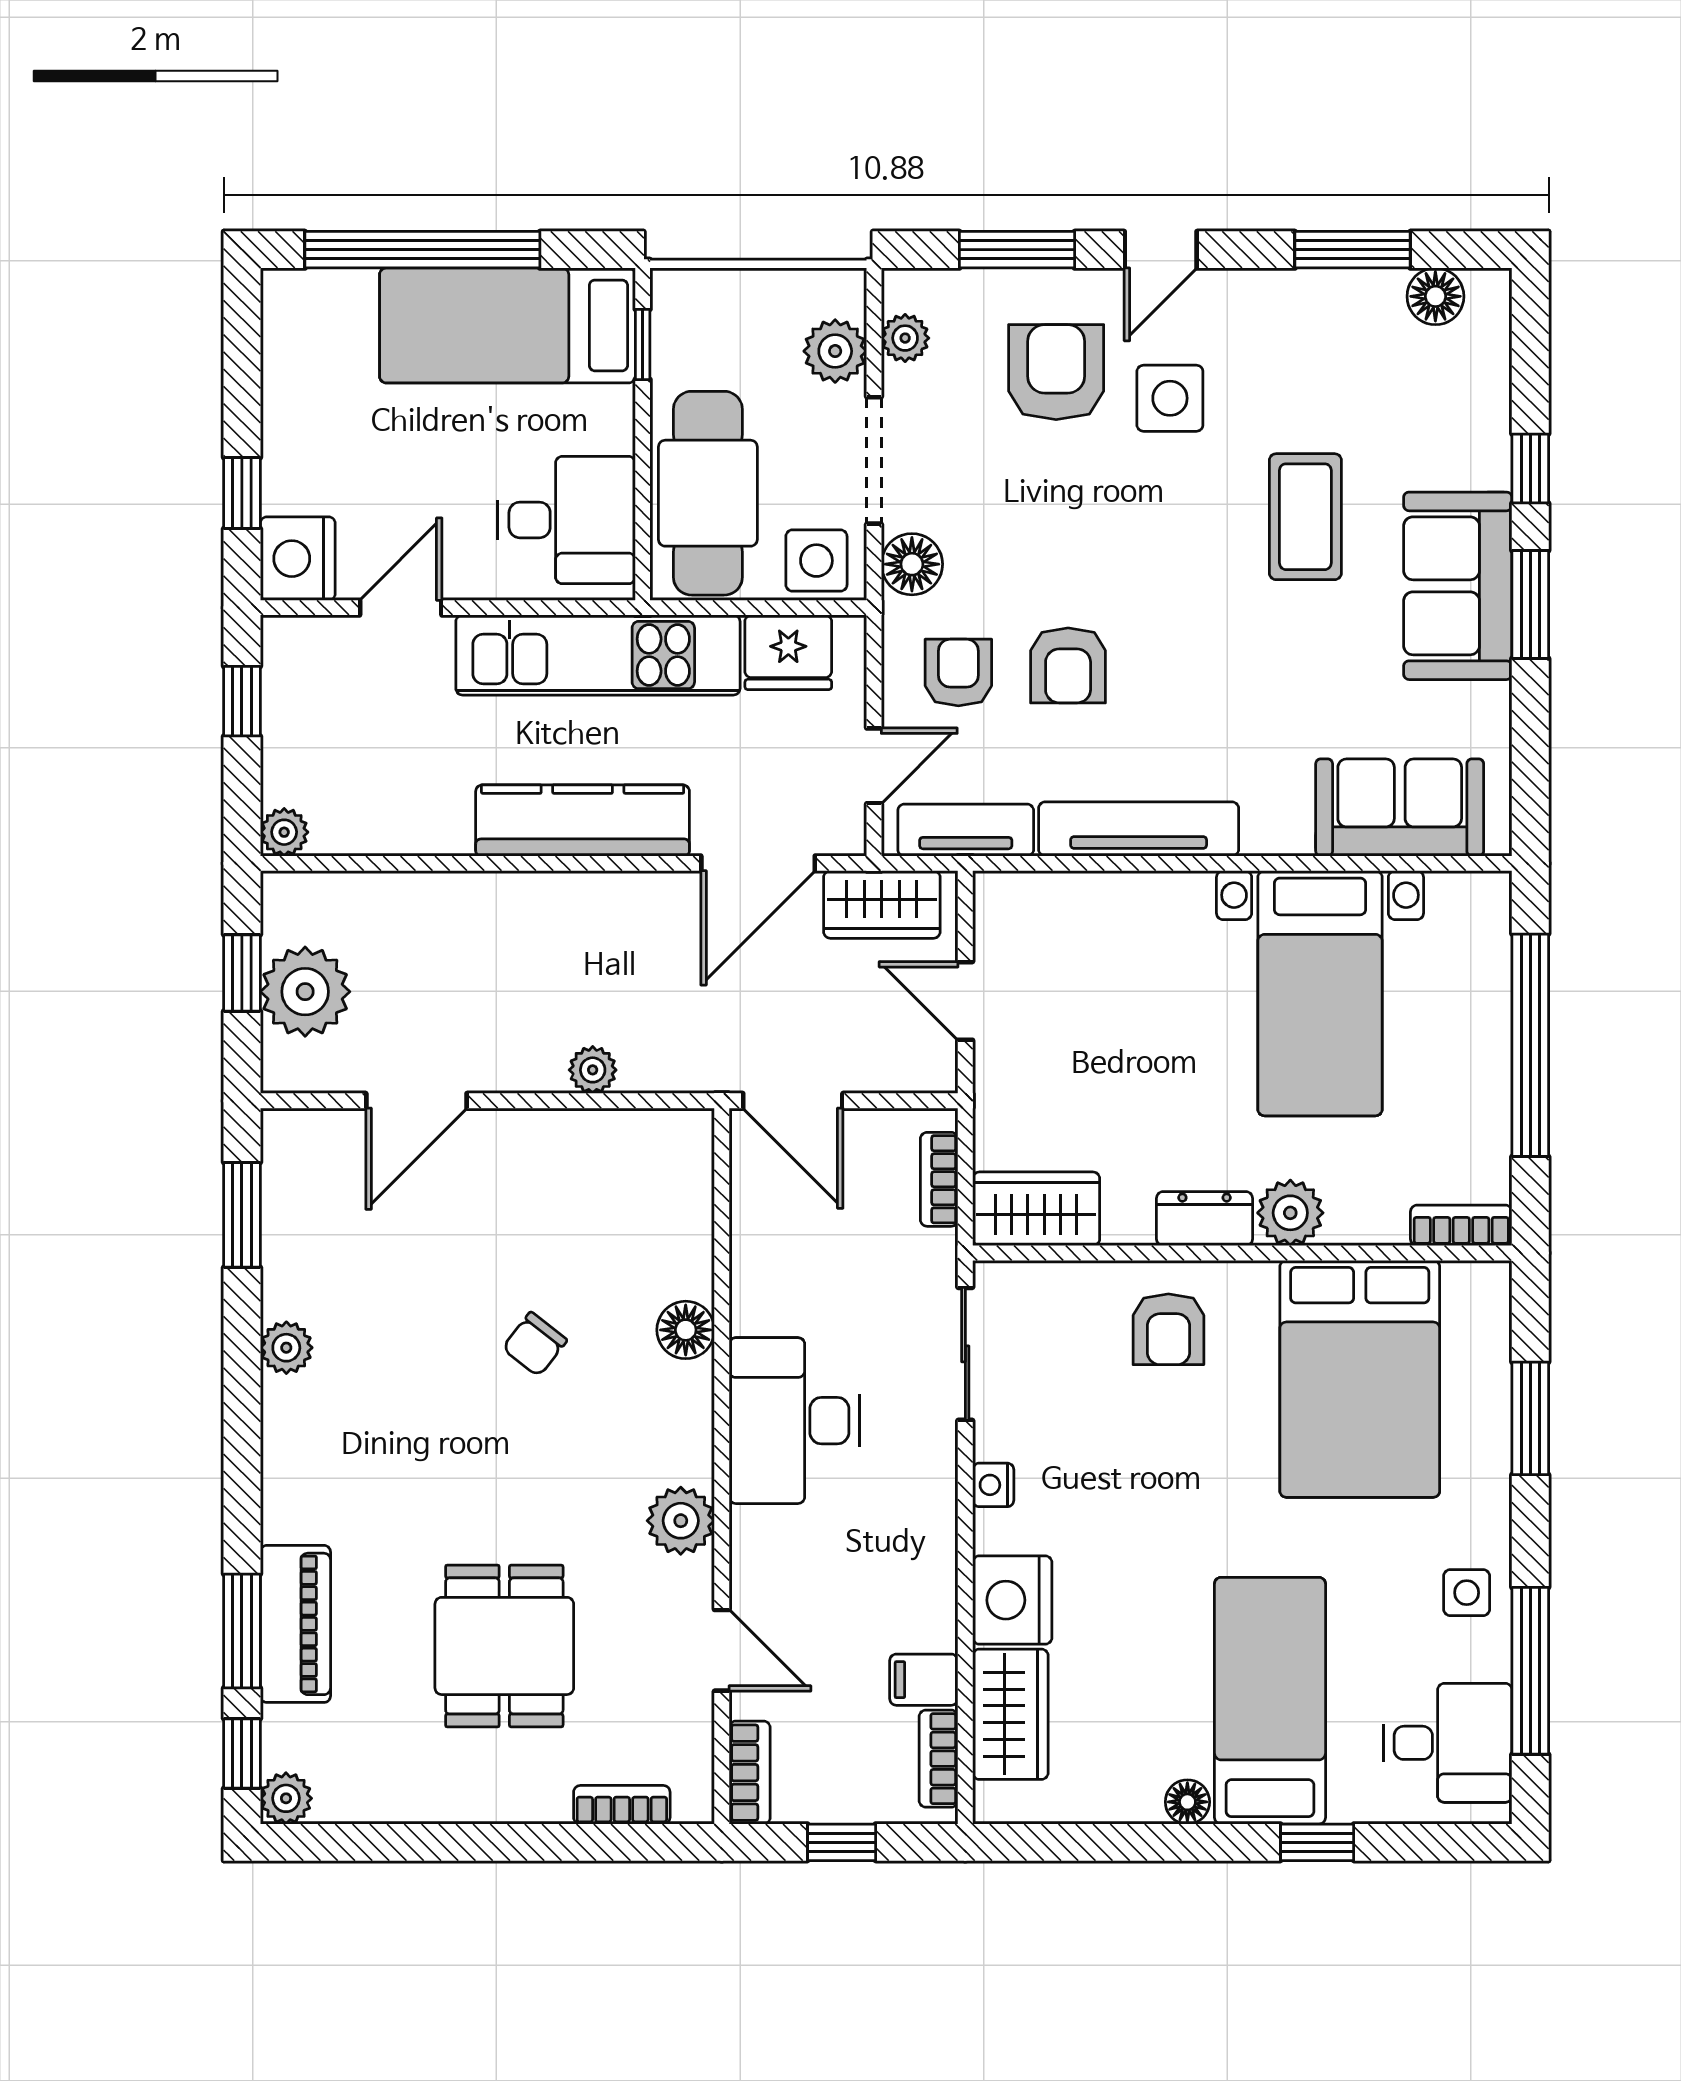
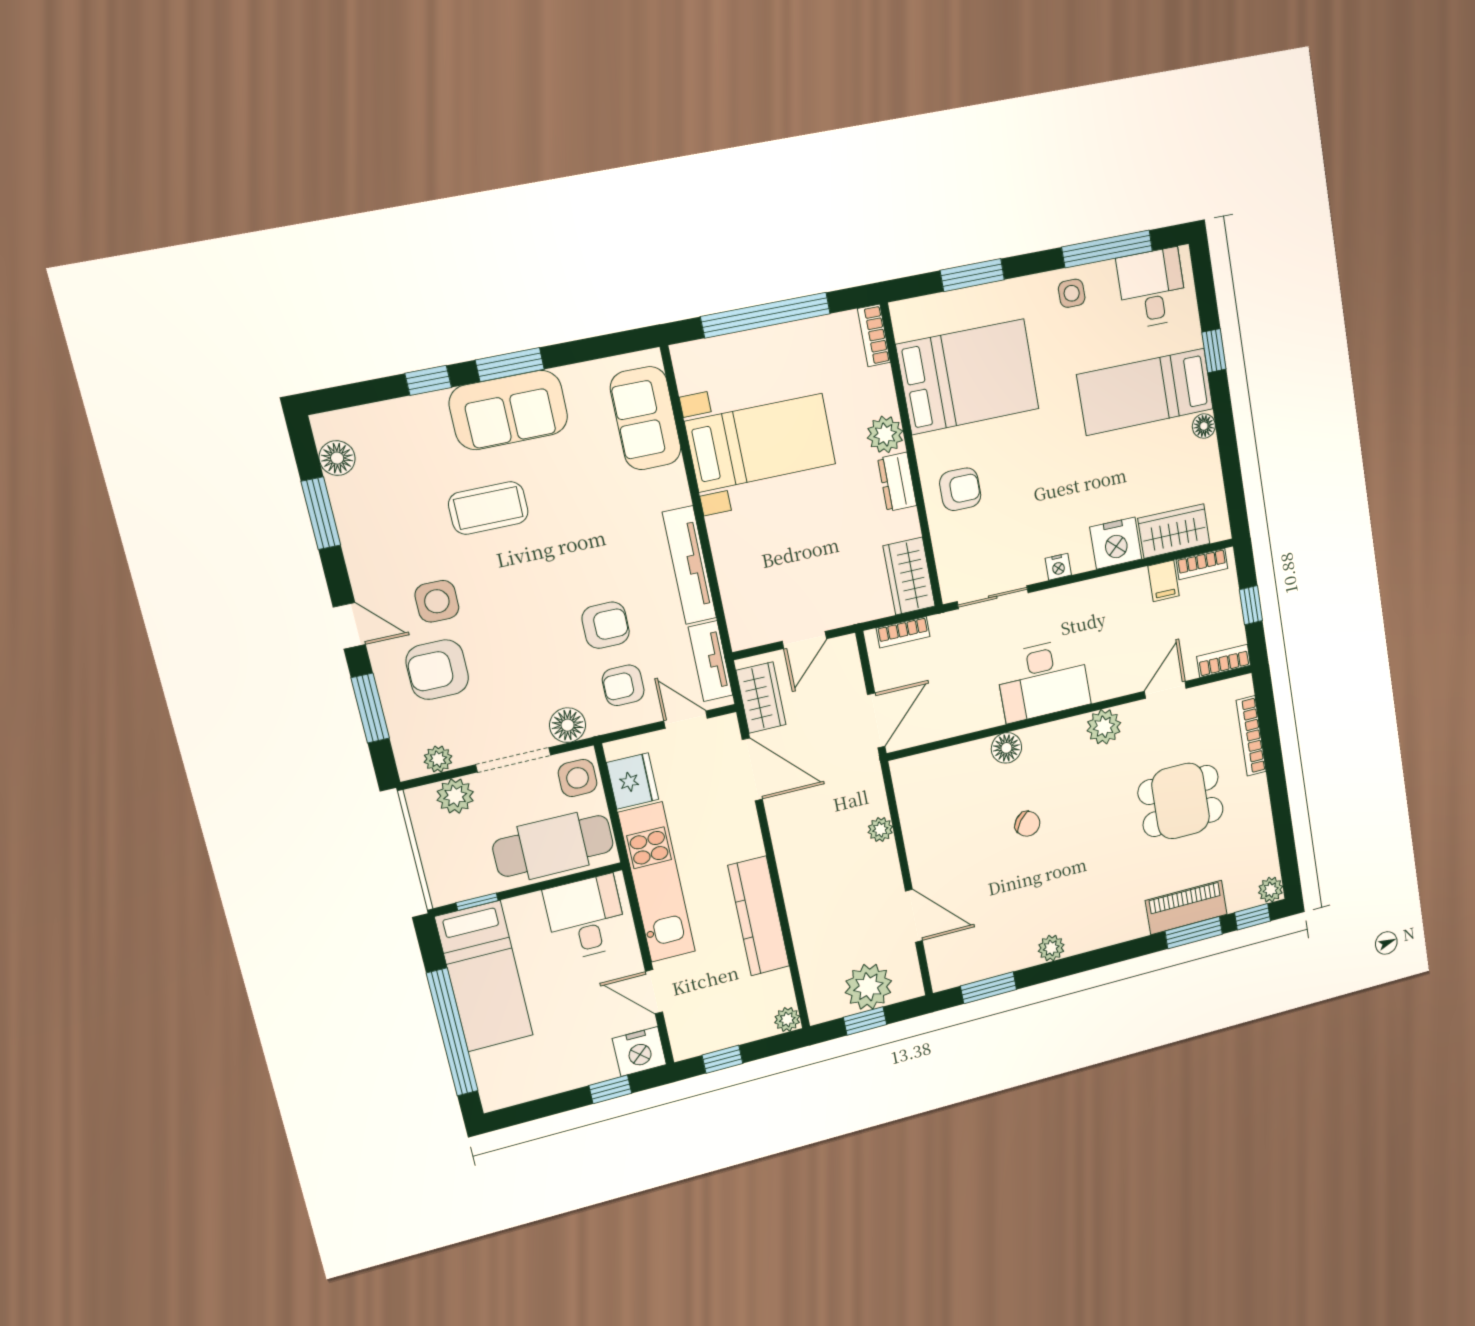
kitchen counter: (583, 820) -> (759, 916), moved
bookcase: (622, 1805) -> (1251, 736), width x1.56

